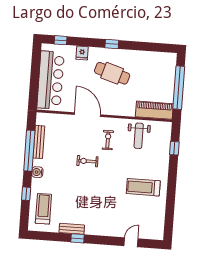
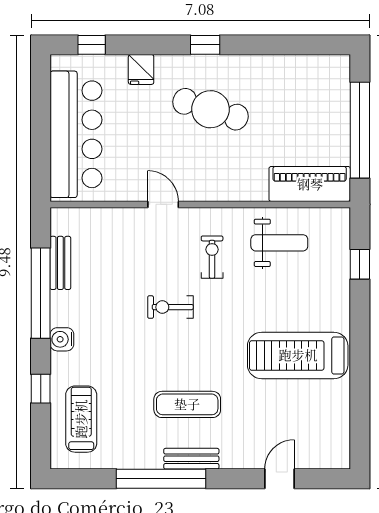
door: (88, 115) -> (163, 204), width x0.53
weight bench: (139, 136) -> (279, 243), turned -90
bench: (39, 142) -> (60, 263), width x0.73
treadmill: (143, 187) -> (298, 355), width x1.37, depth x1.38
exercise mat: (92, 206) -> (187, 404), added
bench: (72, 229) -> (191, 459), moved
window: (77, 238) -> (161, 479), width x3.17

